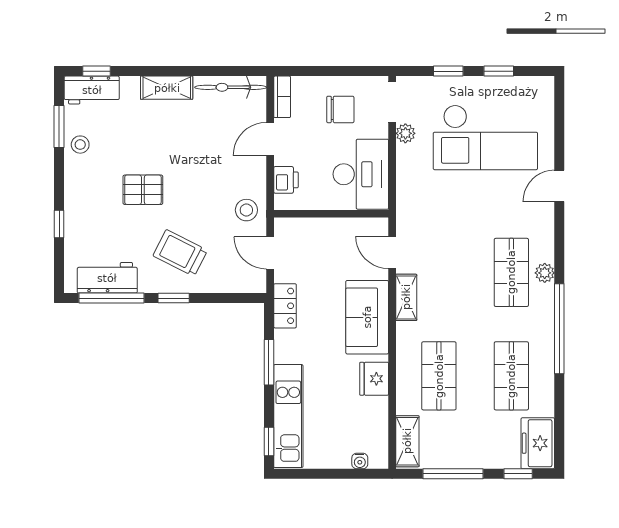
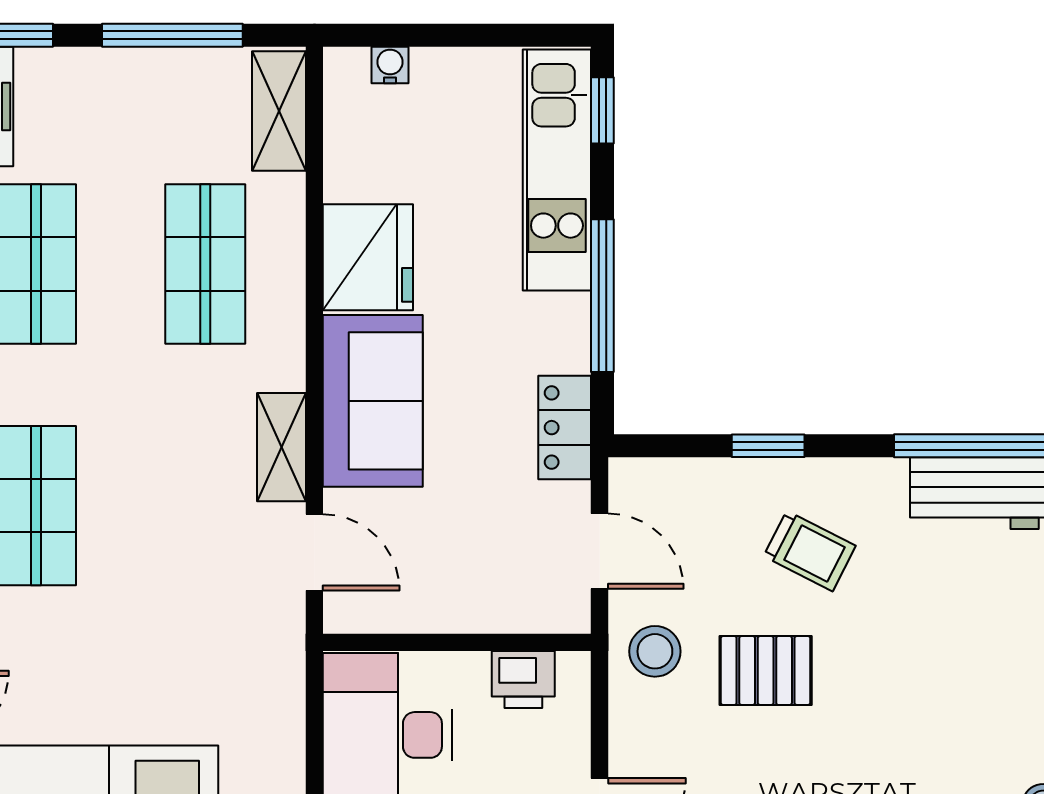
printer: (286, 180) -> (523, 680), moved, turned -90
pallet: (143, 190) -> (766, 670), moved
trolley: (180, 253) -> (810, 551), width x0.73, depth x0.72
window: (174, 298) -> (768, 446), moved
window: (269, 362) -> (602, 296), width x1.44
fridge: (374, 379) -> (368, 257), width x1.36, depth x1.34

